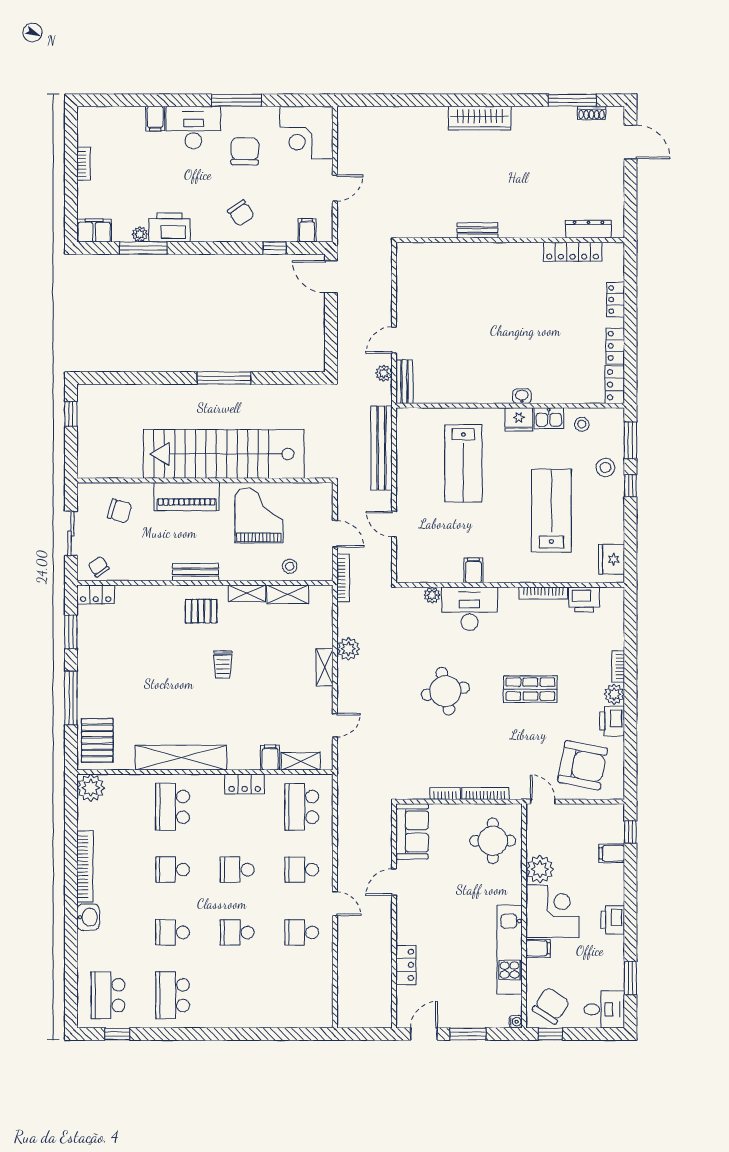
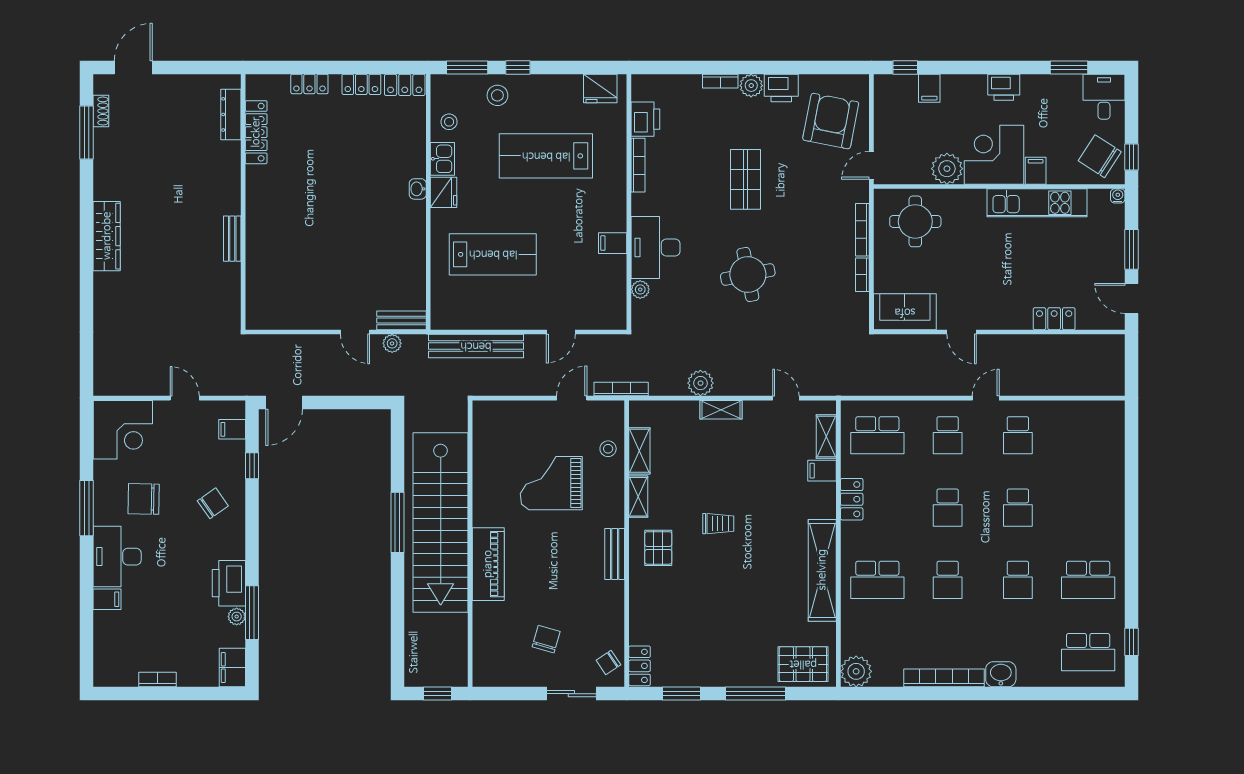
stairs: (224, 454) -> (441, 523), moved
wall: (205, 480) -> (470, 544), moved
piano: (187, 497) -> (488, 564), moved

